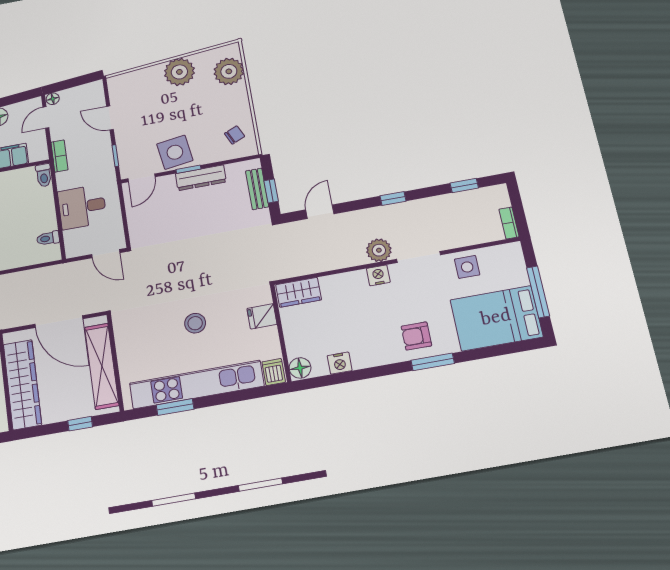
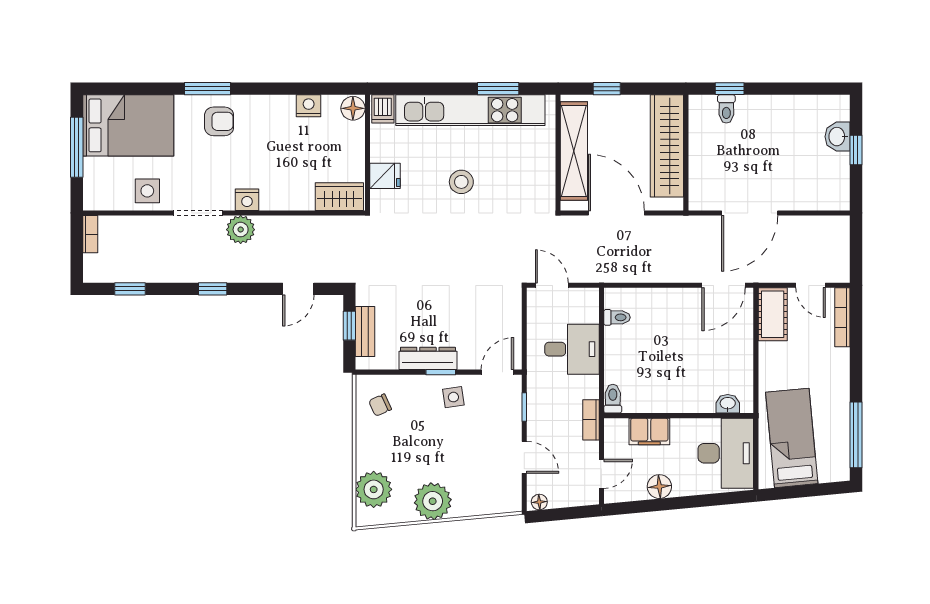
floor lamp: (53, 99) -> (539, 502), moved
side table: (175, 152) -> (453, 397), width x0.54, depth x0.54

